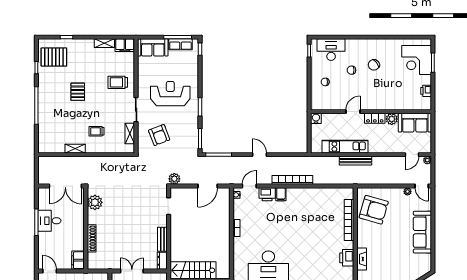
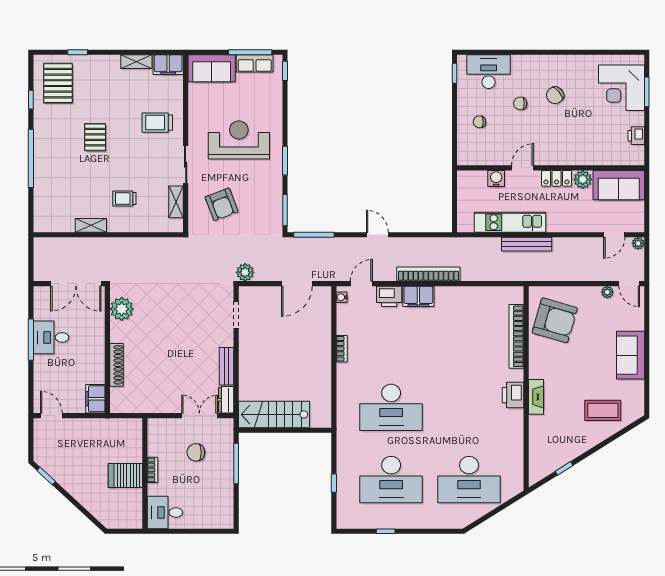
pallet: (54, 57) -> (58, 83), turned 90
water cooler: (316, 118) -> (496, 178), moved
filing cabinet: (281, 194) -> (418, 296), width x2.00
sofa: (422, 232) -> (630, 355), width x0.73
coffee table: (405, 268) -> (603, 410), added
double door: (132, 271) -> (199, 416), moved

